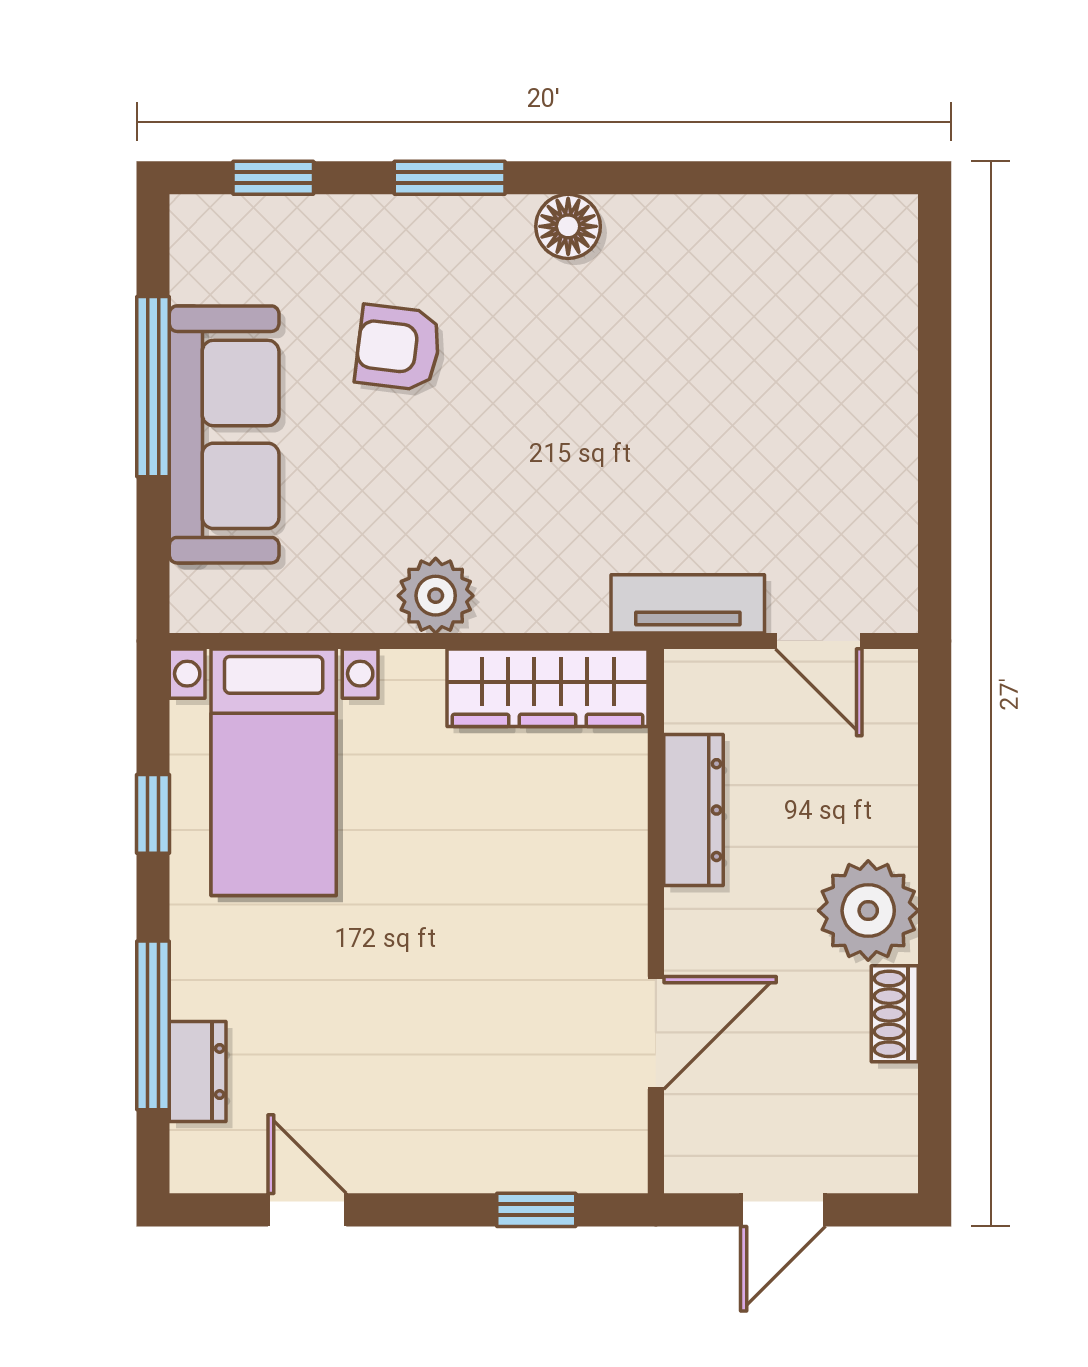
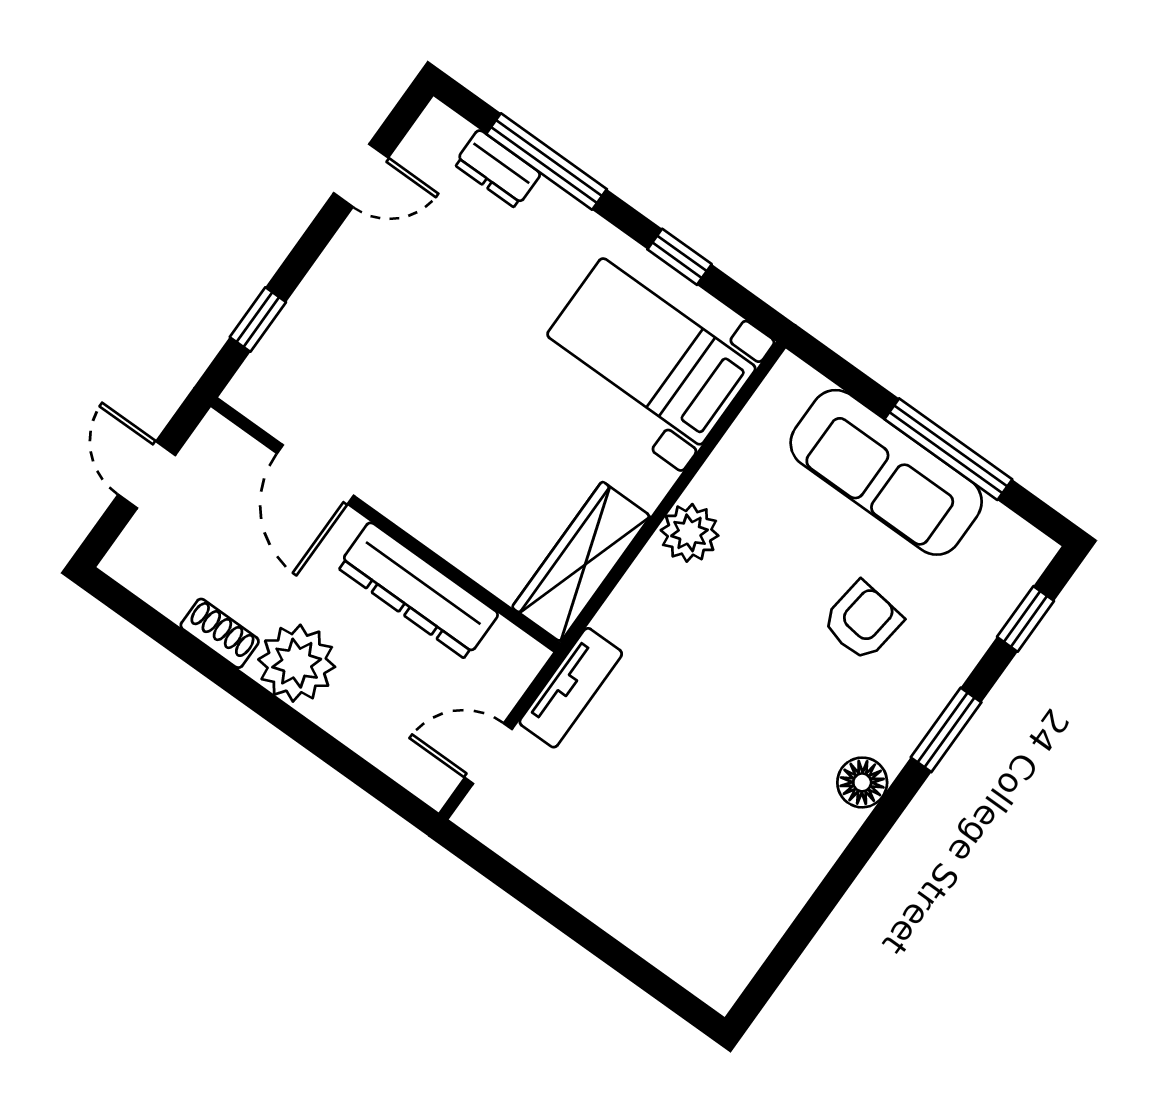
dresser: (693, 810) -> (418, 591), width x1.37, depth x1.24

